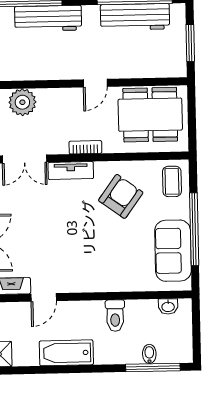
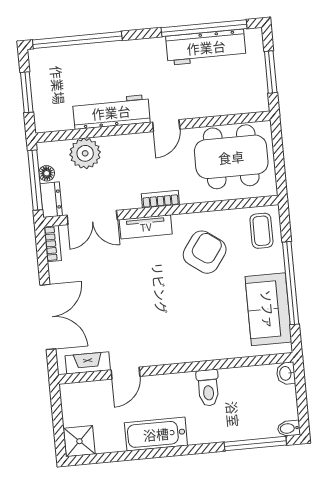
workbench: (48, 18) -> (111, 112), moved, turned 180
washbasin: (168, 306) -> (286, 373), moved, turned 90
bidet: (149, 354) -> (289, 428), moved, turned -90

